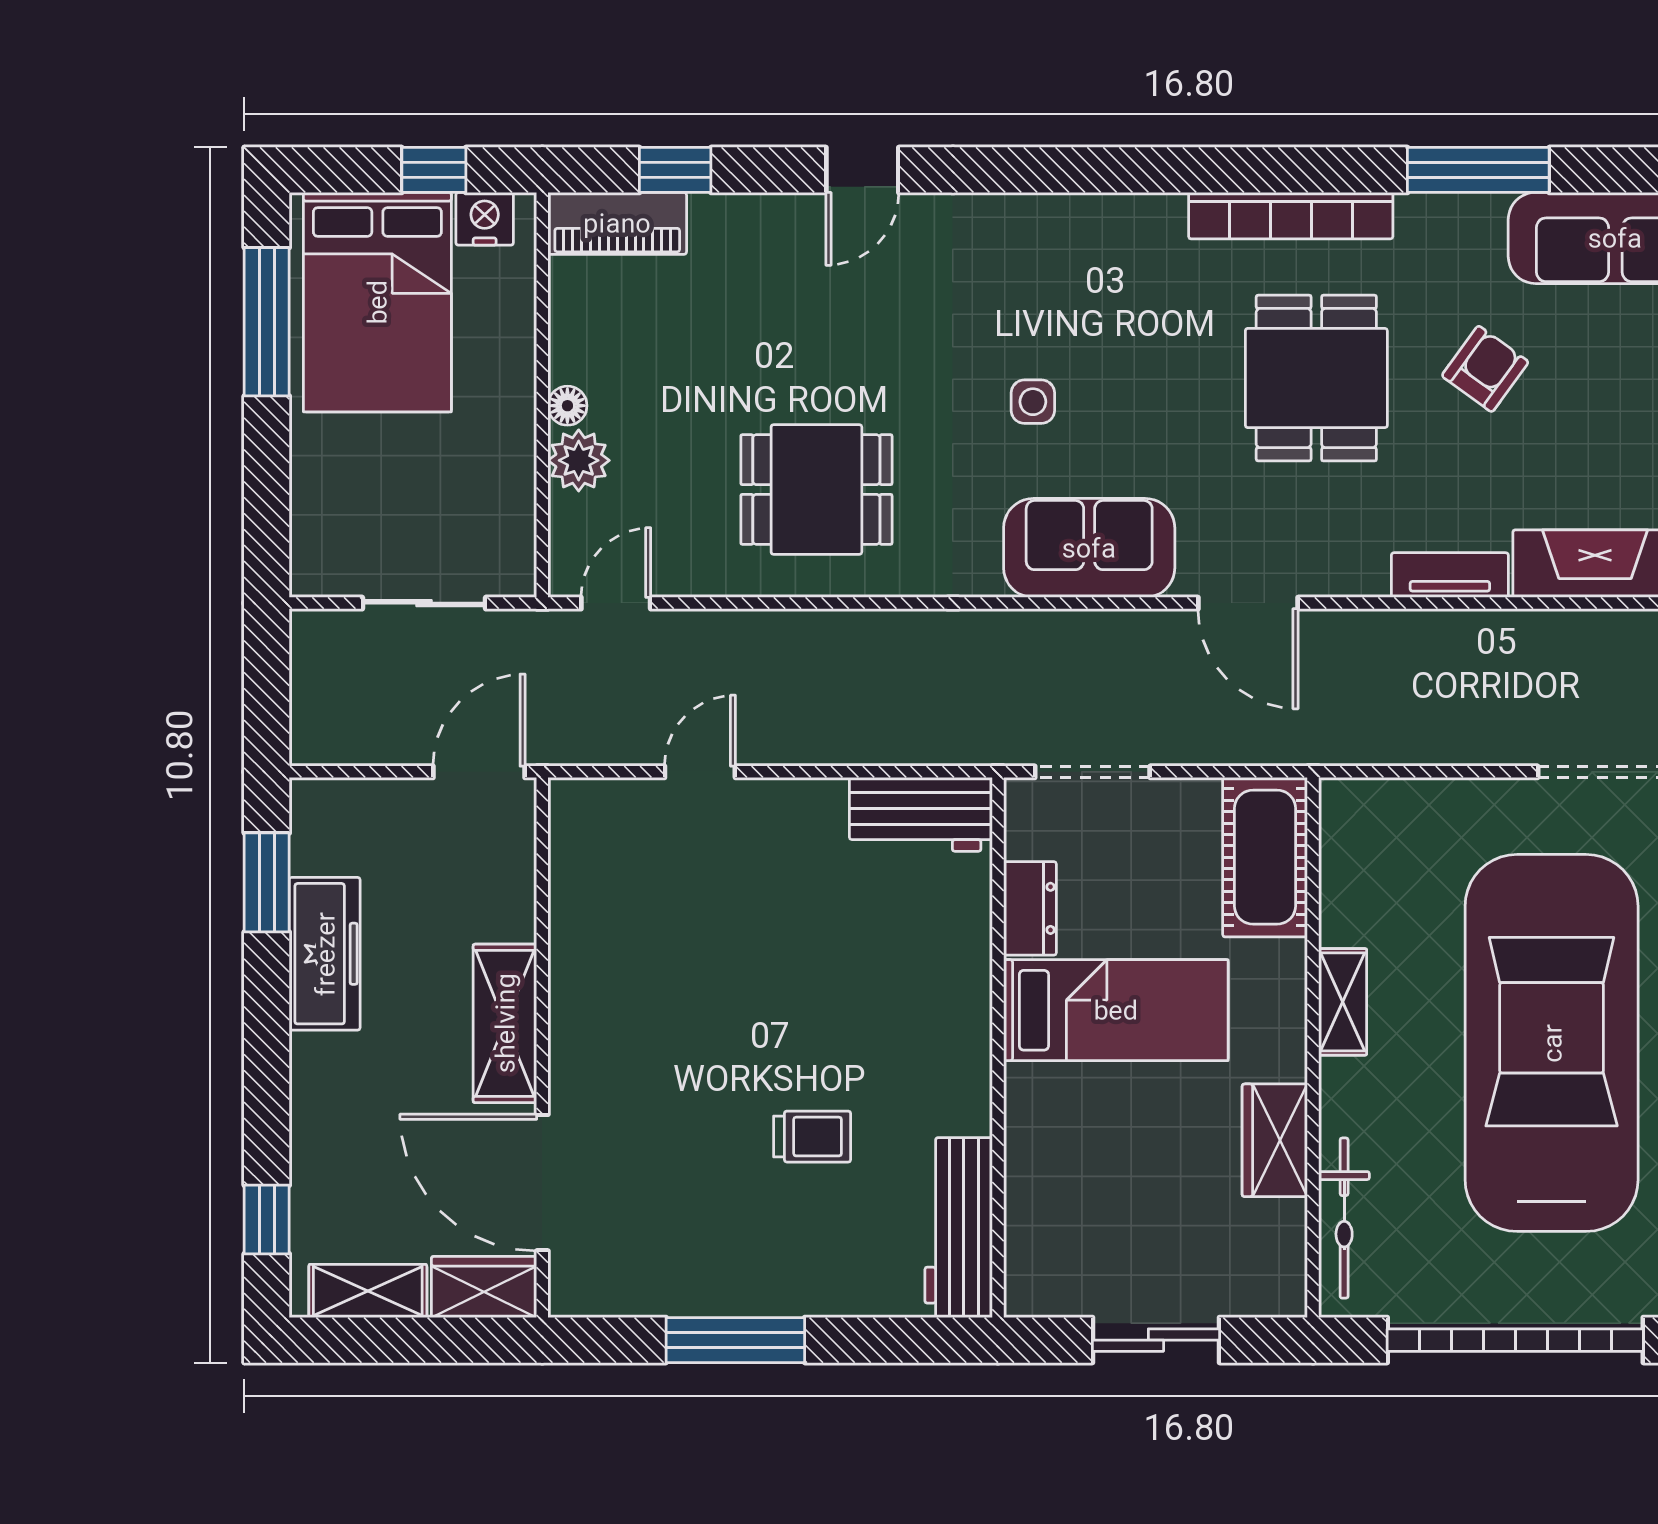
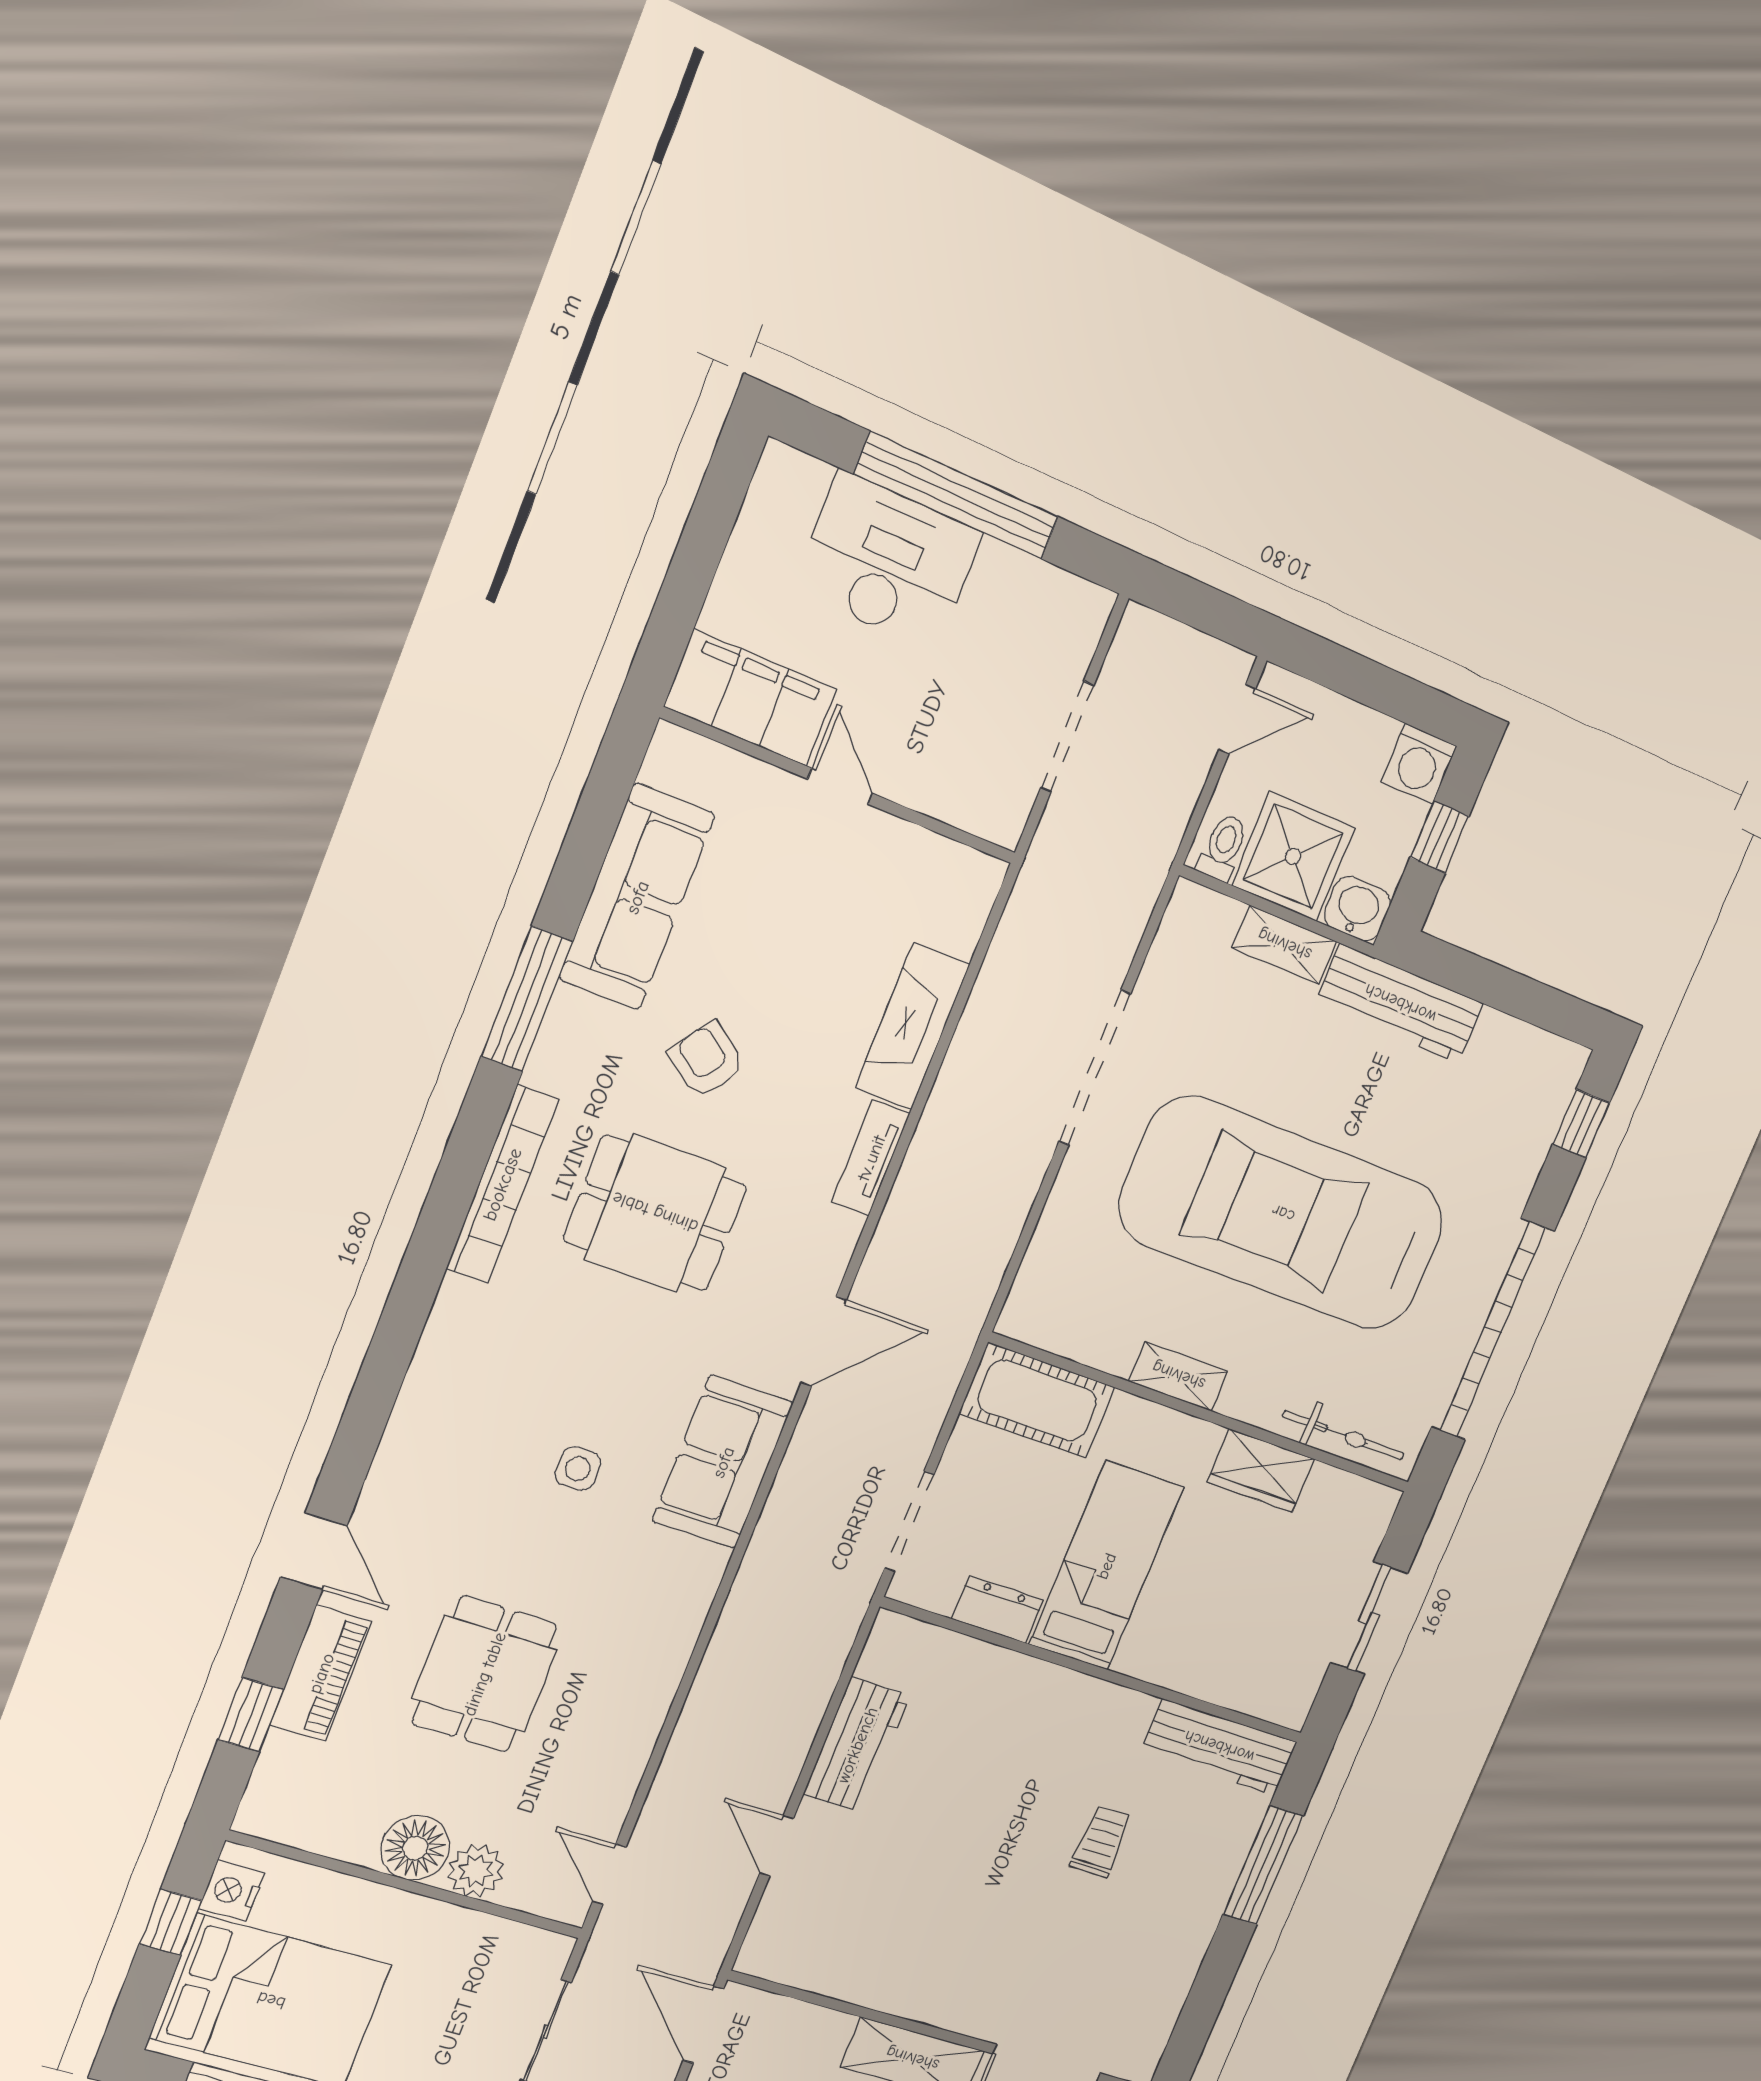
piano: (617, 223) -> (321, 1673), moved
floor lamp: (567, 406) -> (415, 1848), width x1.89, depth x1.89
dining table: (816, 490) -> (484, 1674), moved
workbench: (921, 814) -> (857, 1745), moved
window: (735, 1340) -> (1263, 1865), moved

